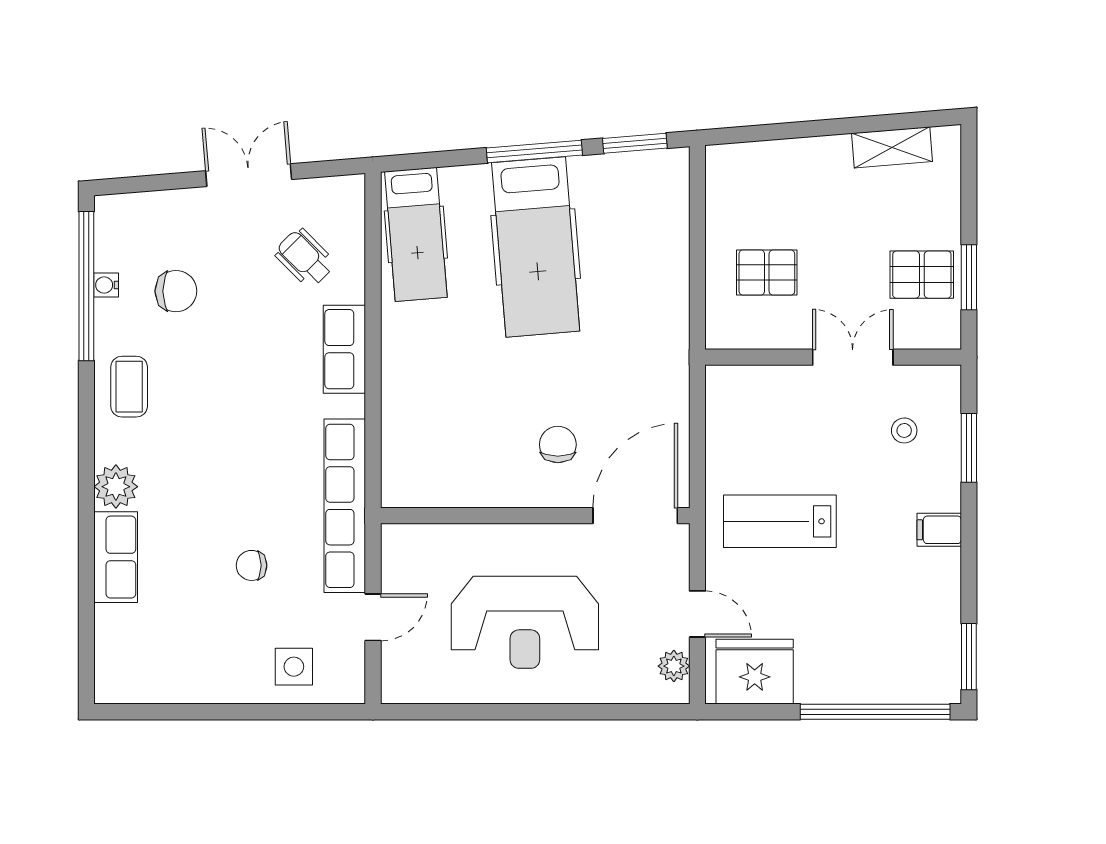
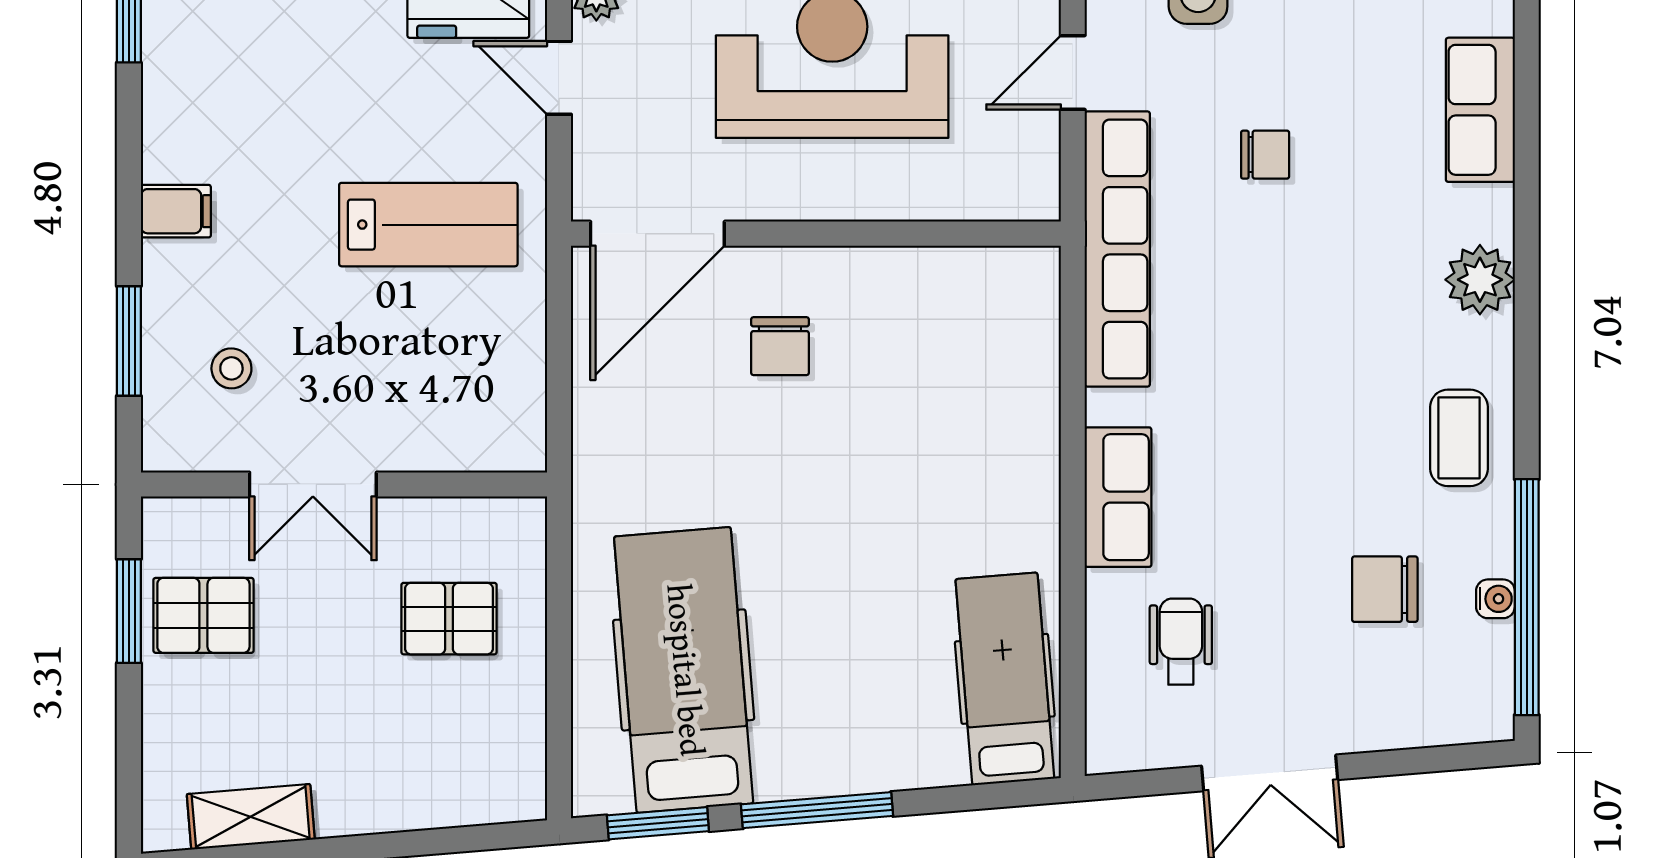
hospital bed: (536, 247) -> (684, 670), moved
wheelchair: (305, 258) -> (1181, 642), turned -135
row of seats: (116, 557) -> (1480, 110), moved

